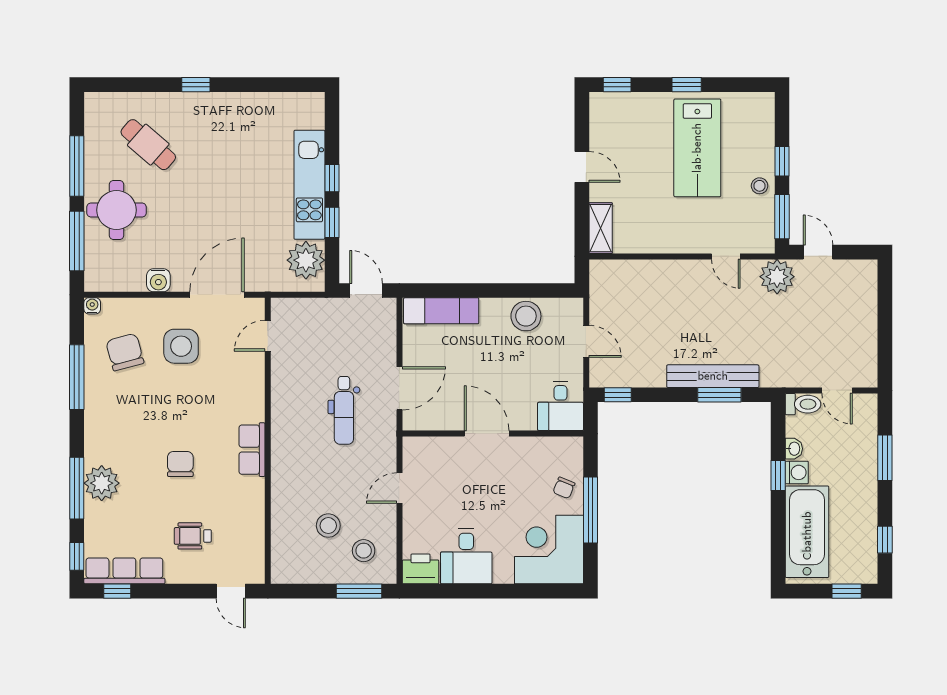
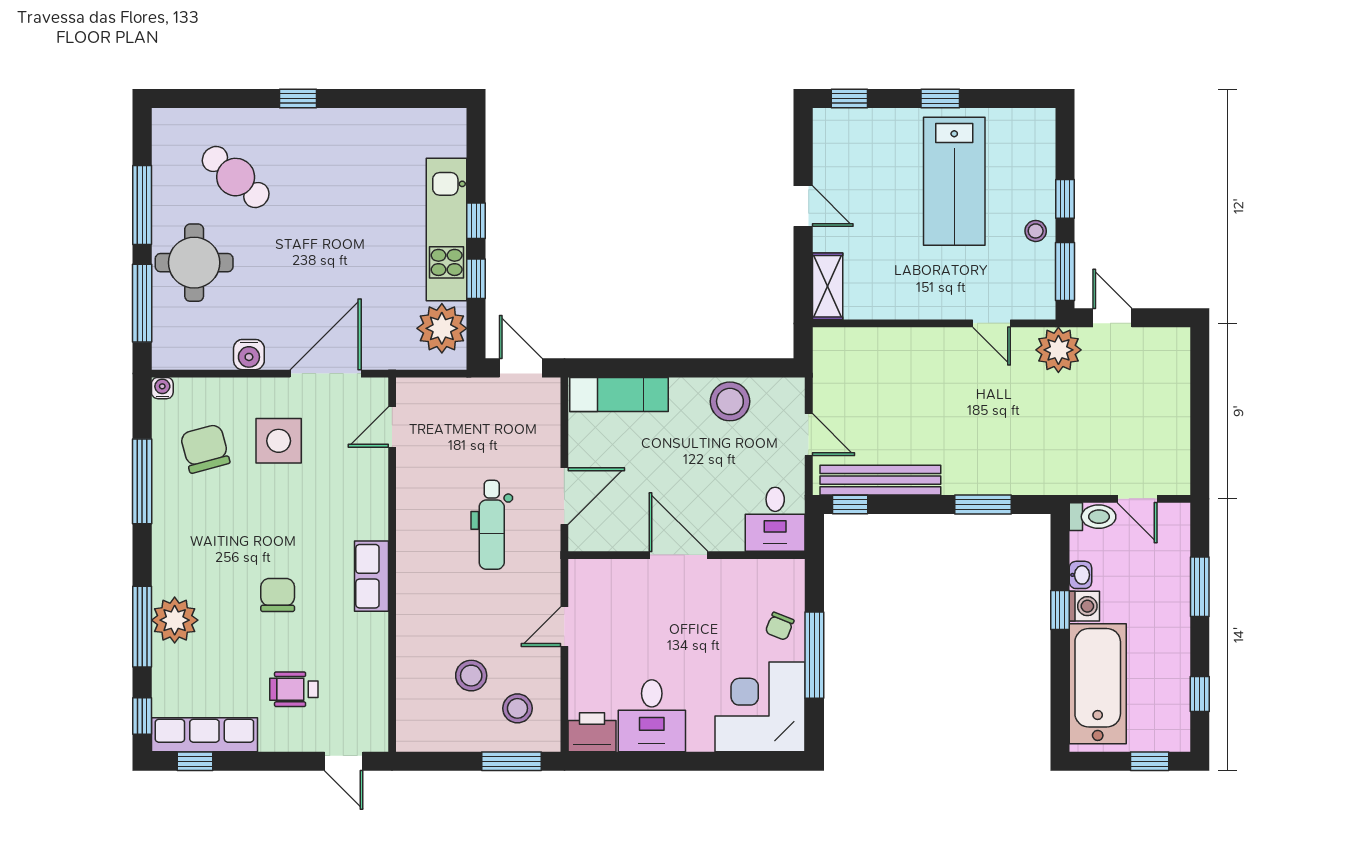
bench: (713, 376) -> (880, 480), moved

